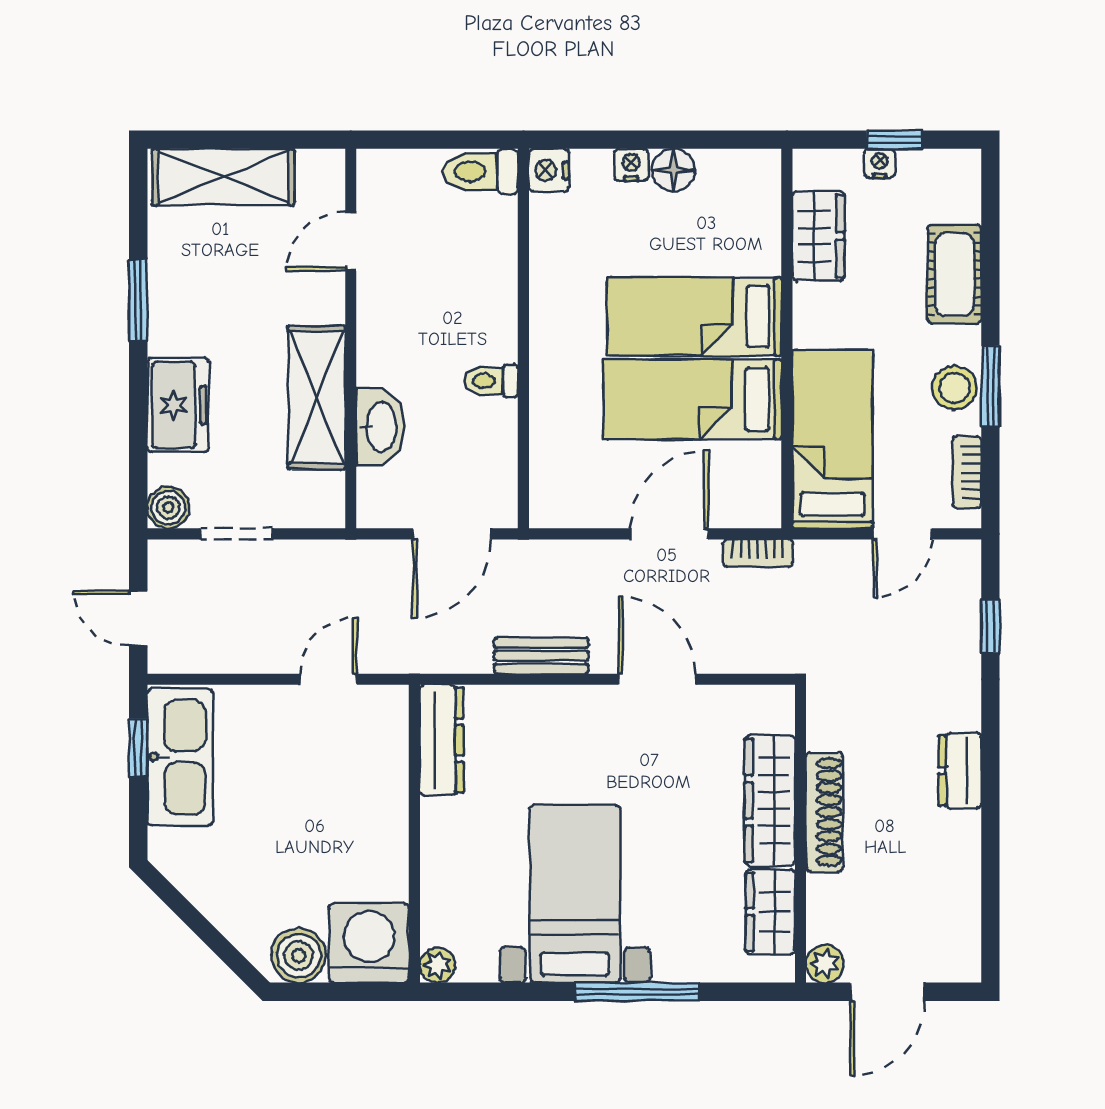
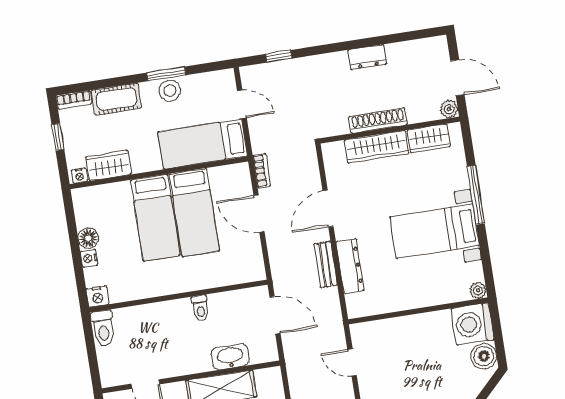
nightstand: (880, 163) -> (79, 176), moved, turned -90
bookcase: (967, 472) -> (74, 100), moved
dresser: (442, 740) -> (350, 266), moved, turned 90
dresser: (960, 771) -> (367, 57), moved

